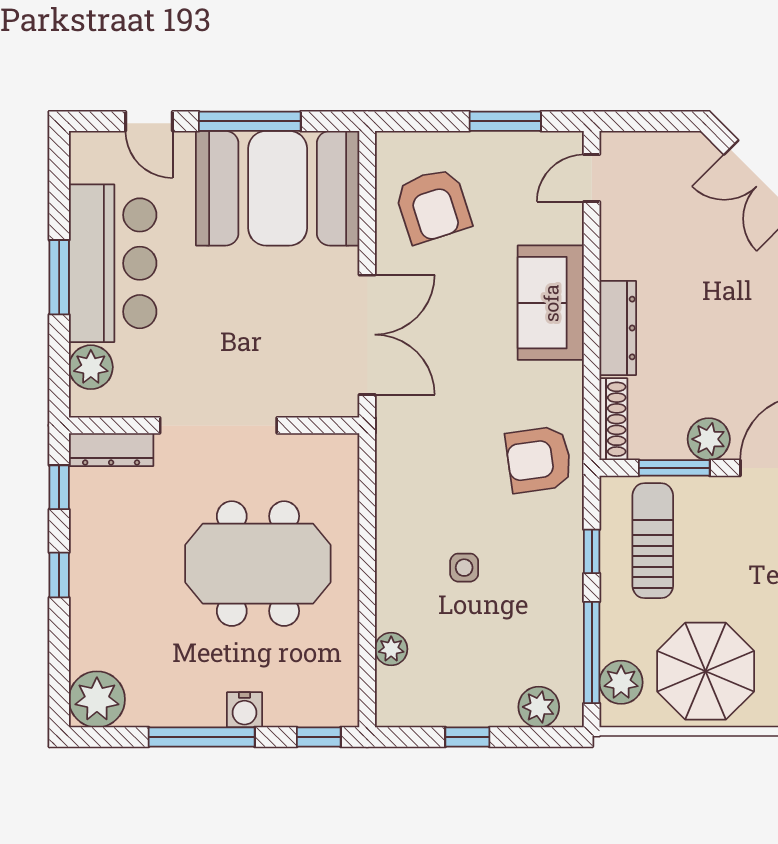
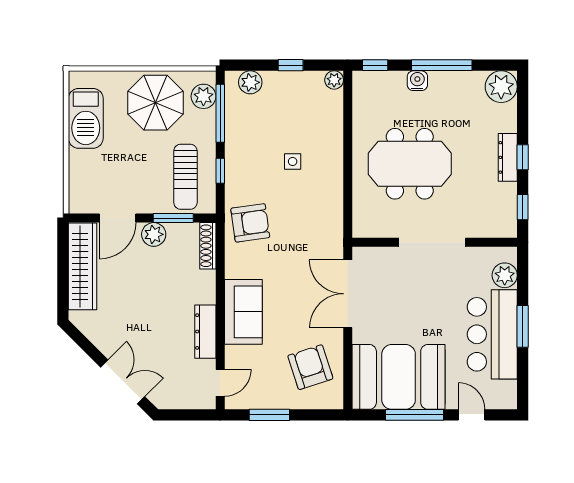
dresser: (618, 328) -> (205, 332), moved
dresser: (111, 450) -> (508, 157), moved, turned -90
plant: (391, 649) -> (334, 80), moved

